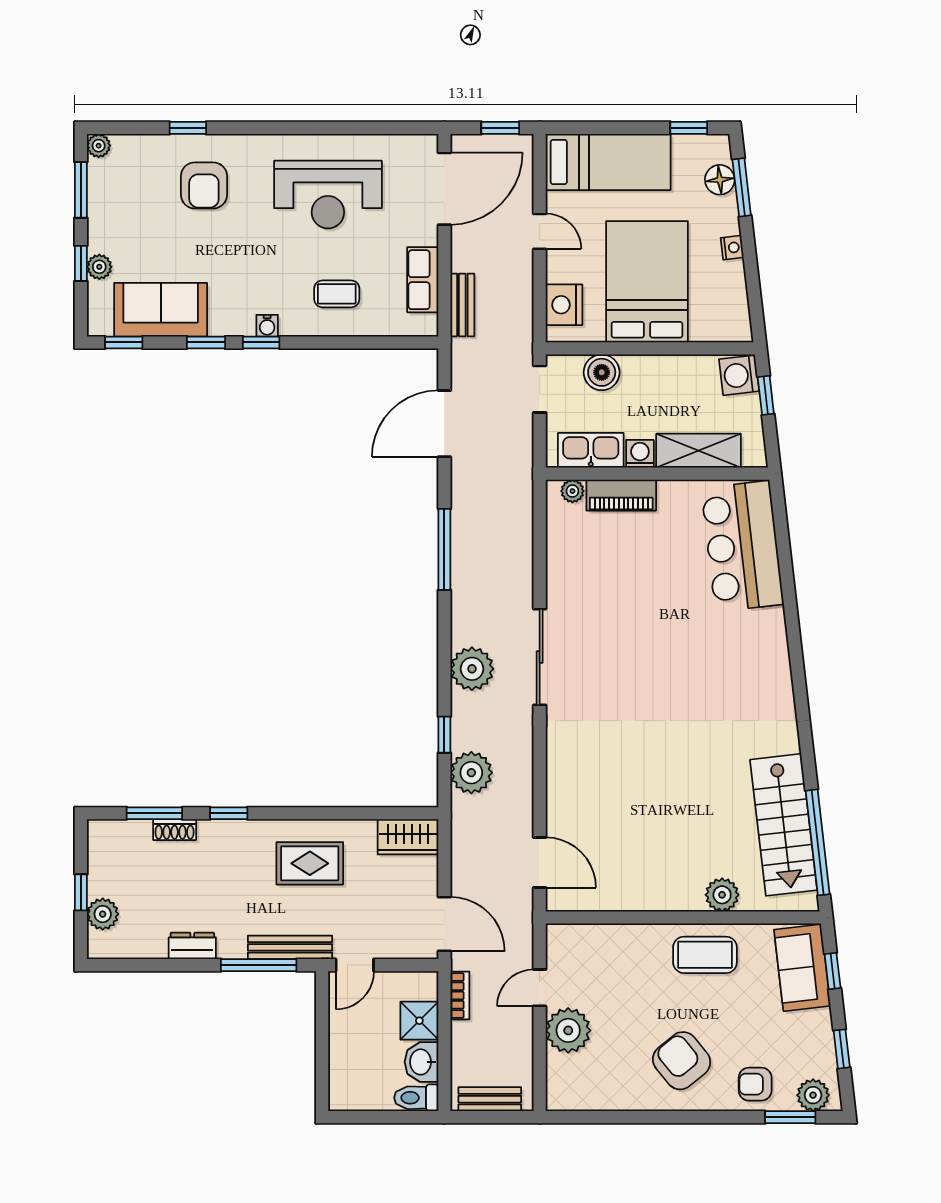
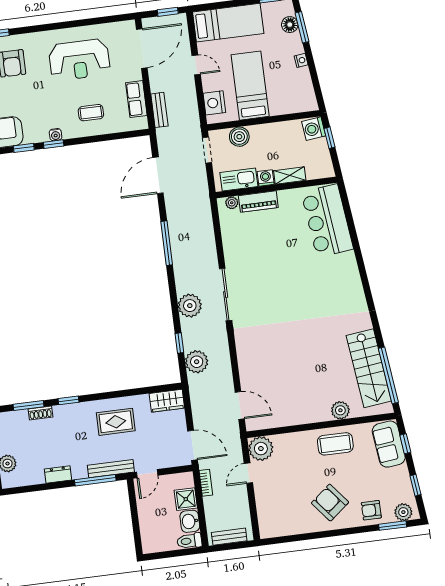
bed: (647, 282) -> (250, 86), width x0.67
shelving: (699, 451) -> (290, 176), width x0.67, depth x0.75
plant: (568, 1030) -> (261, 449), moved

